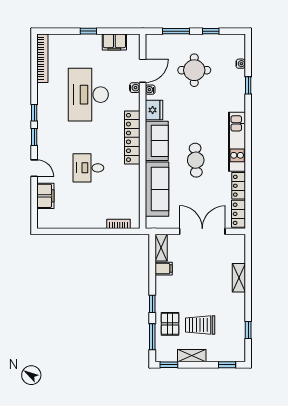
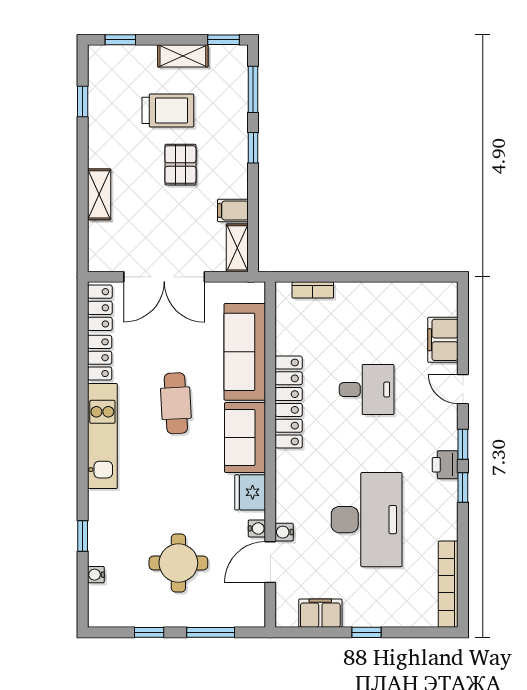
printer: (44, 125) -> (445, 465), added
locker: (132, 137) -> (289, 402), moved
pallet: (170, 324) -> (180, 165), moved

